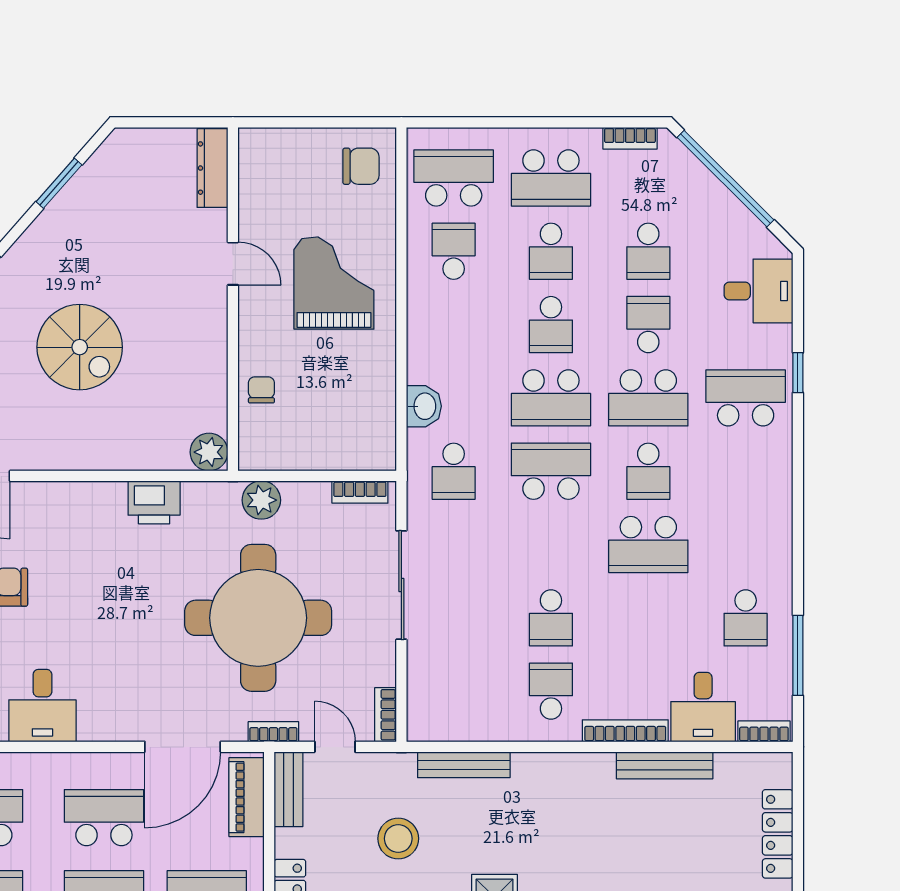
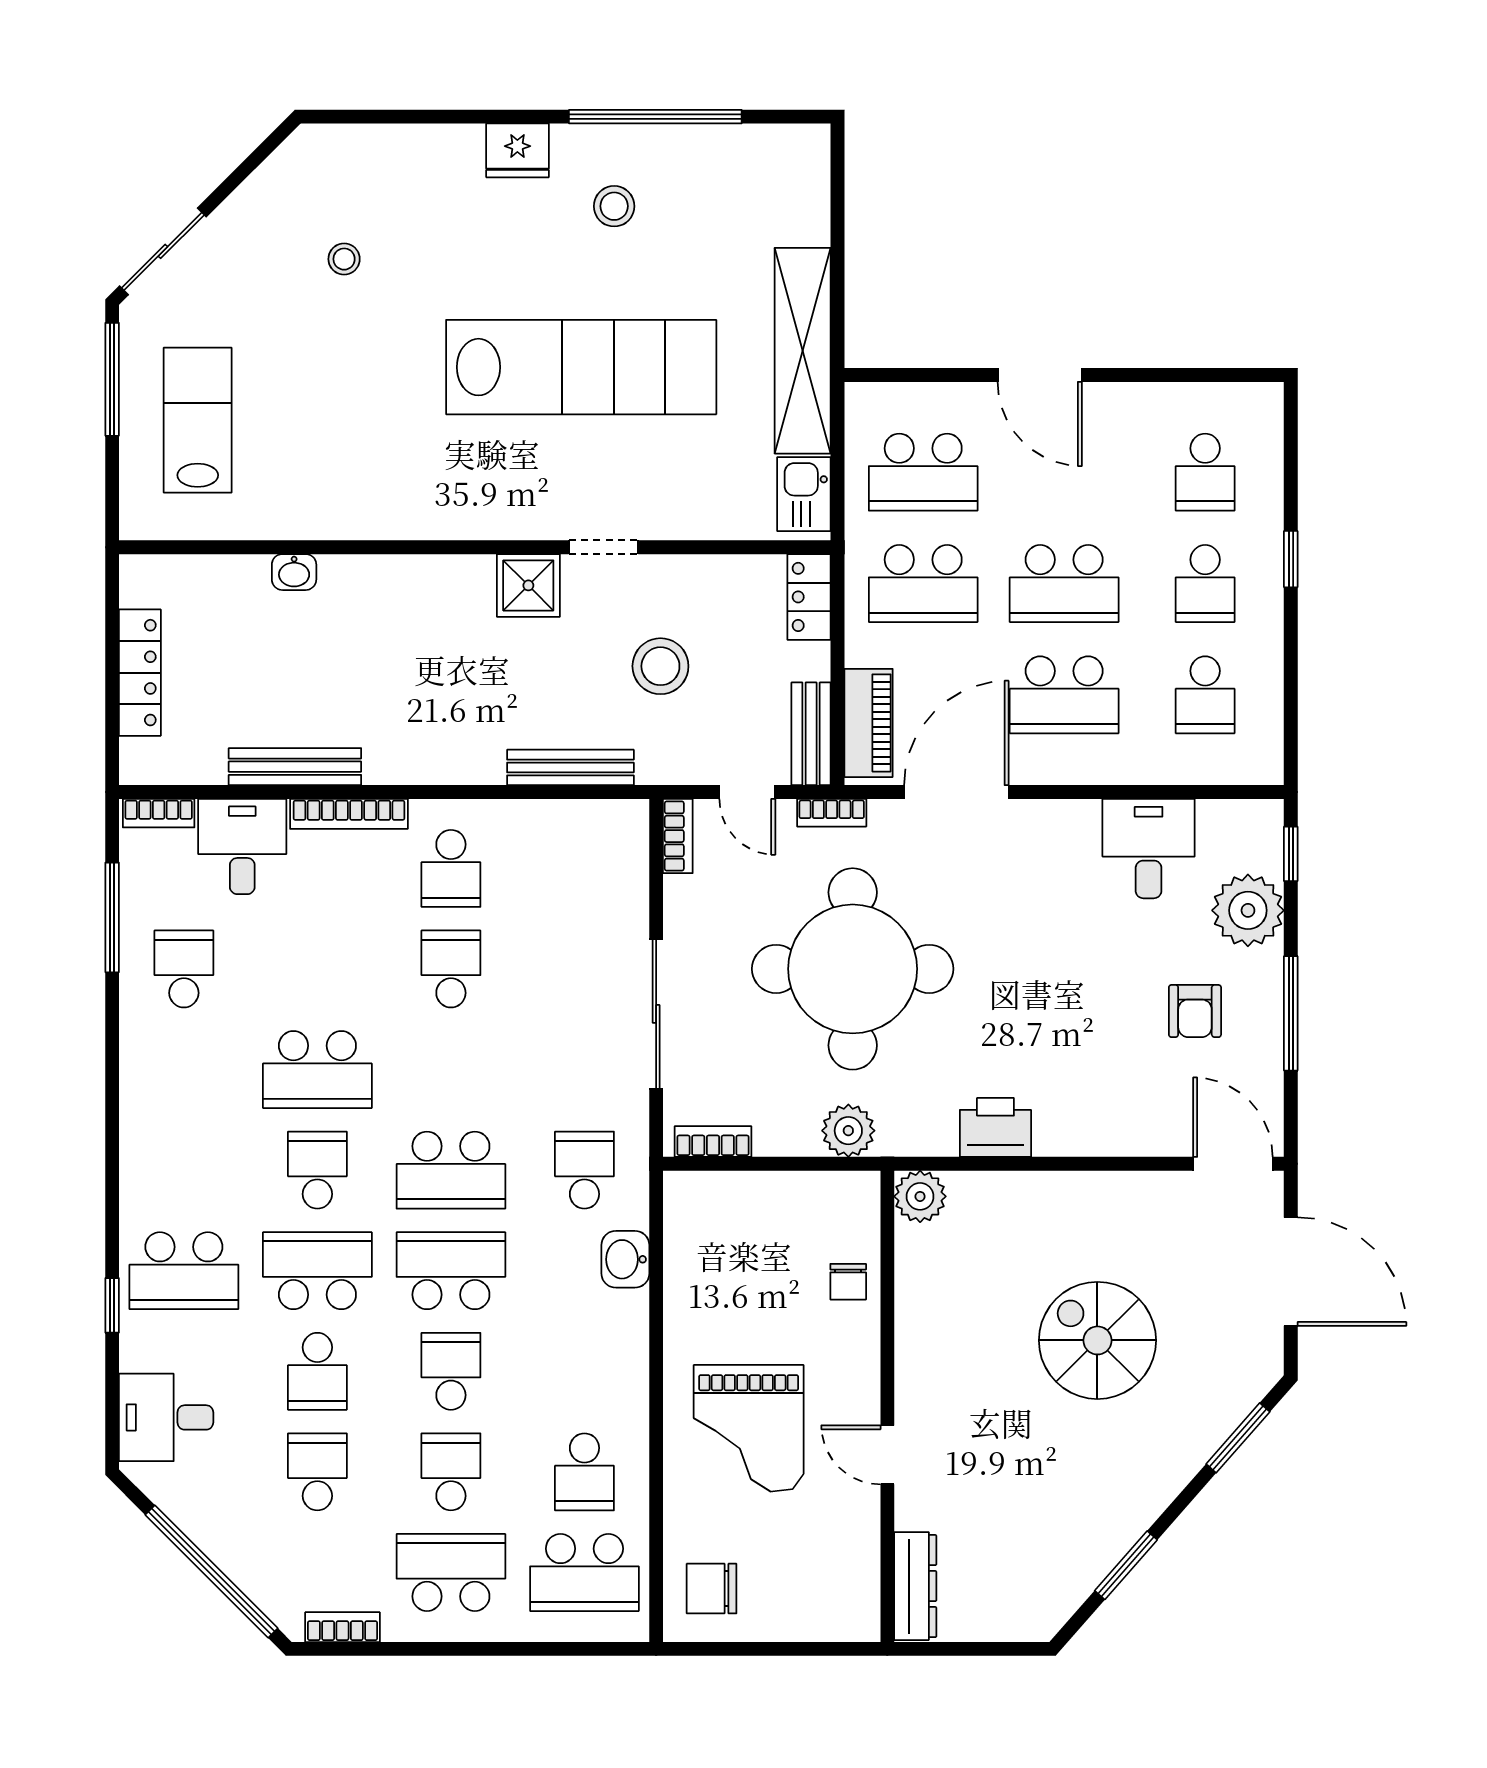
school desk: (648, 545) -> (317, 1070), turned 180

